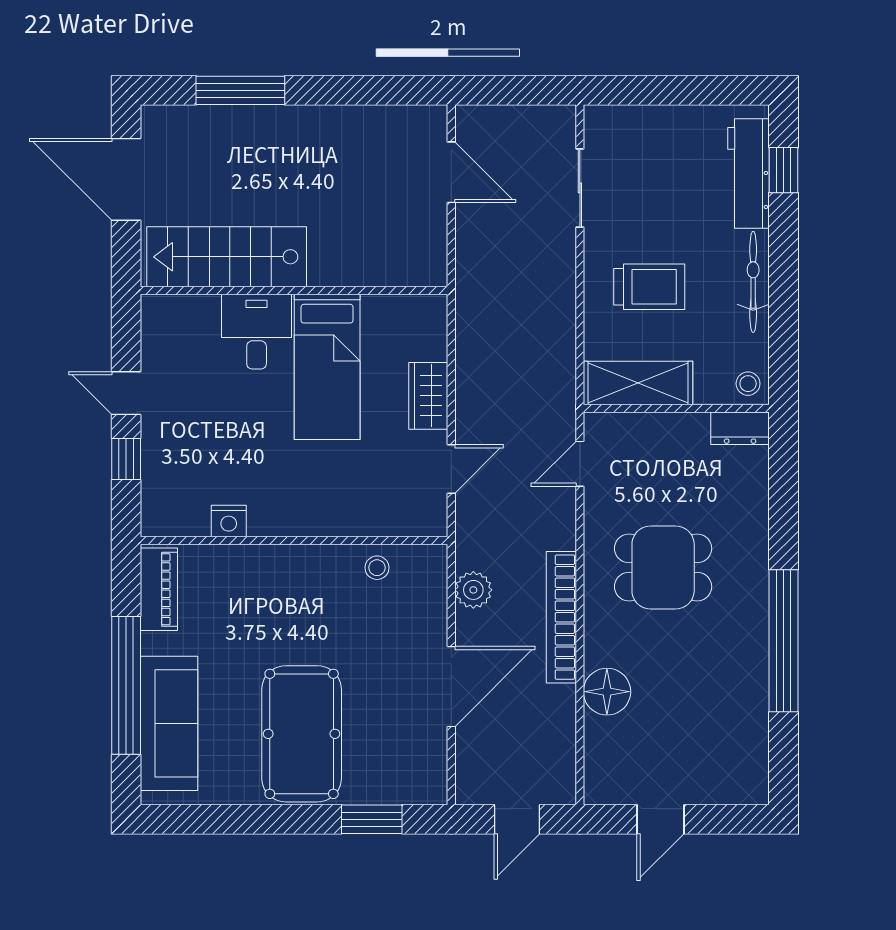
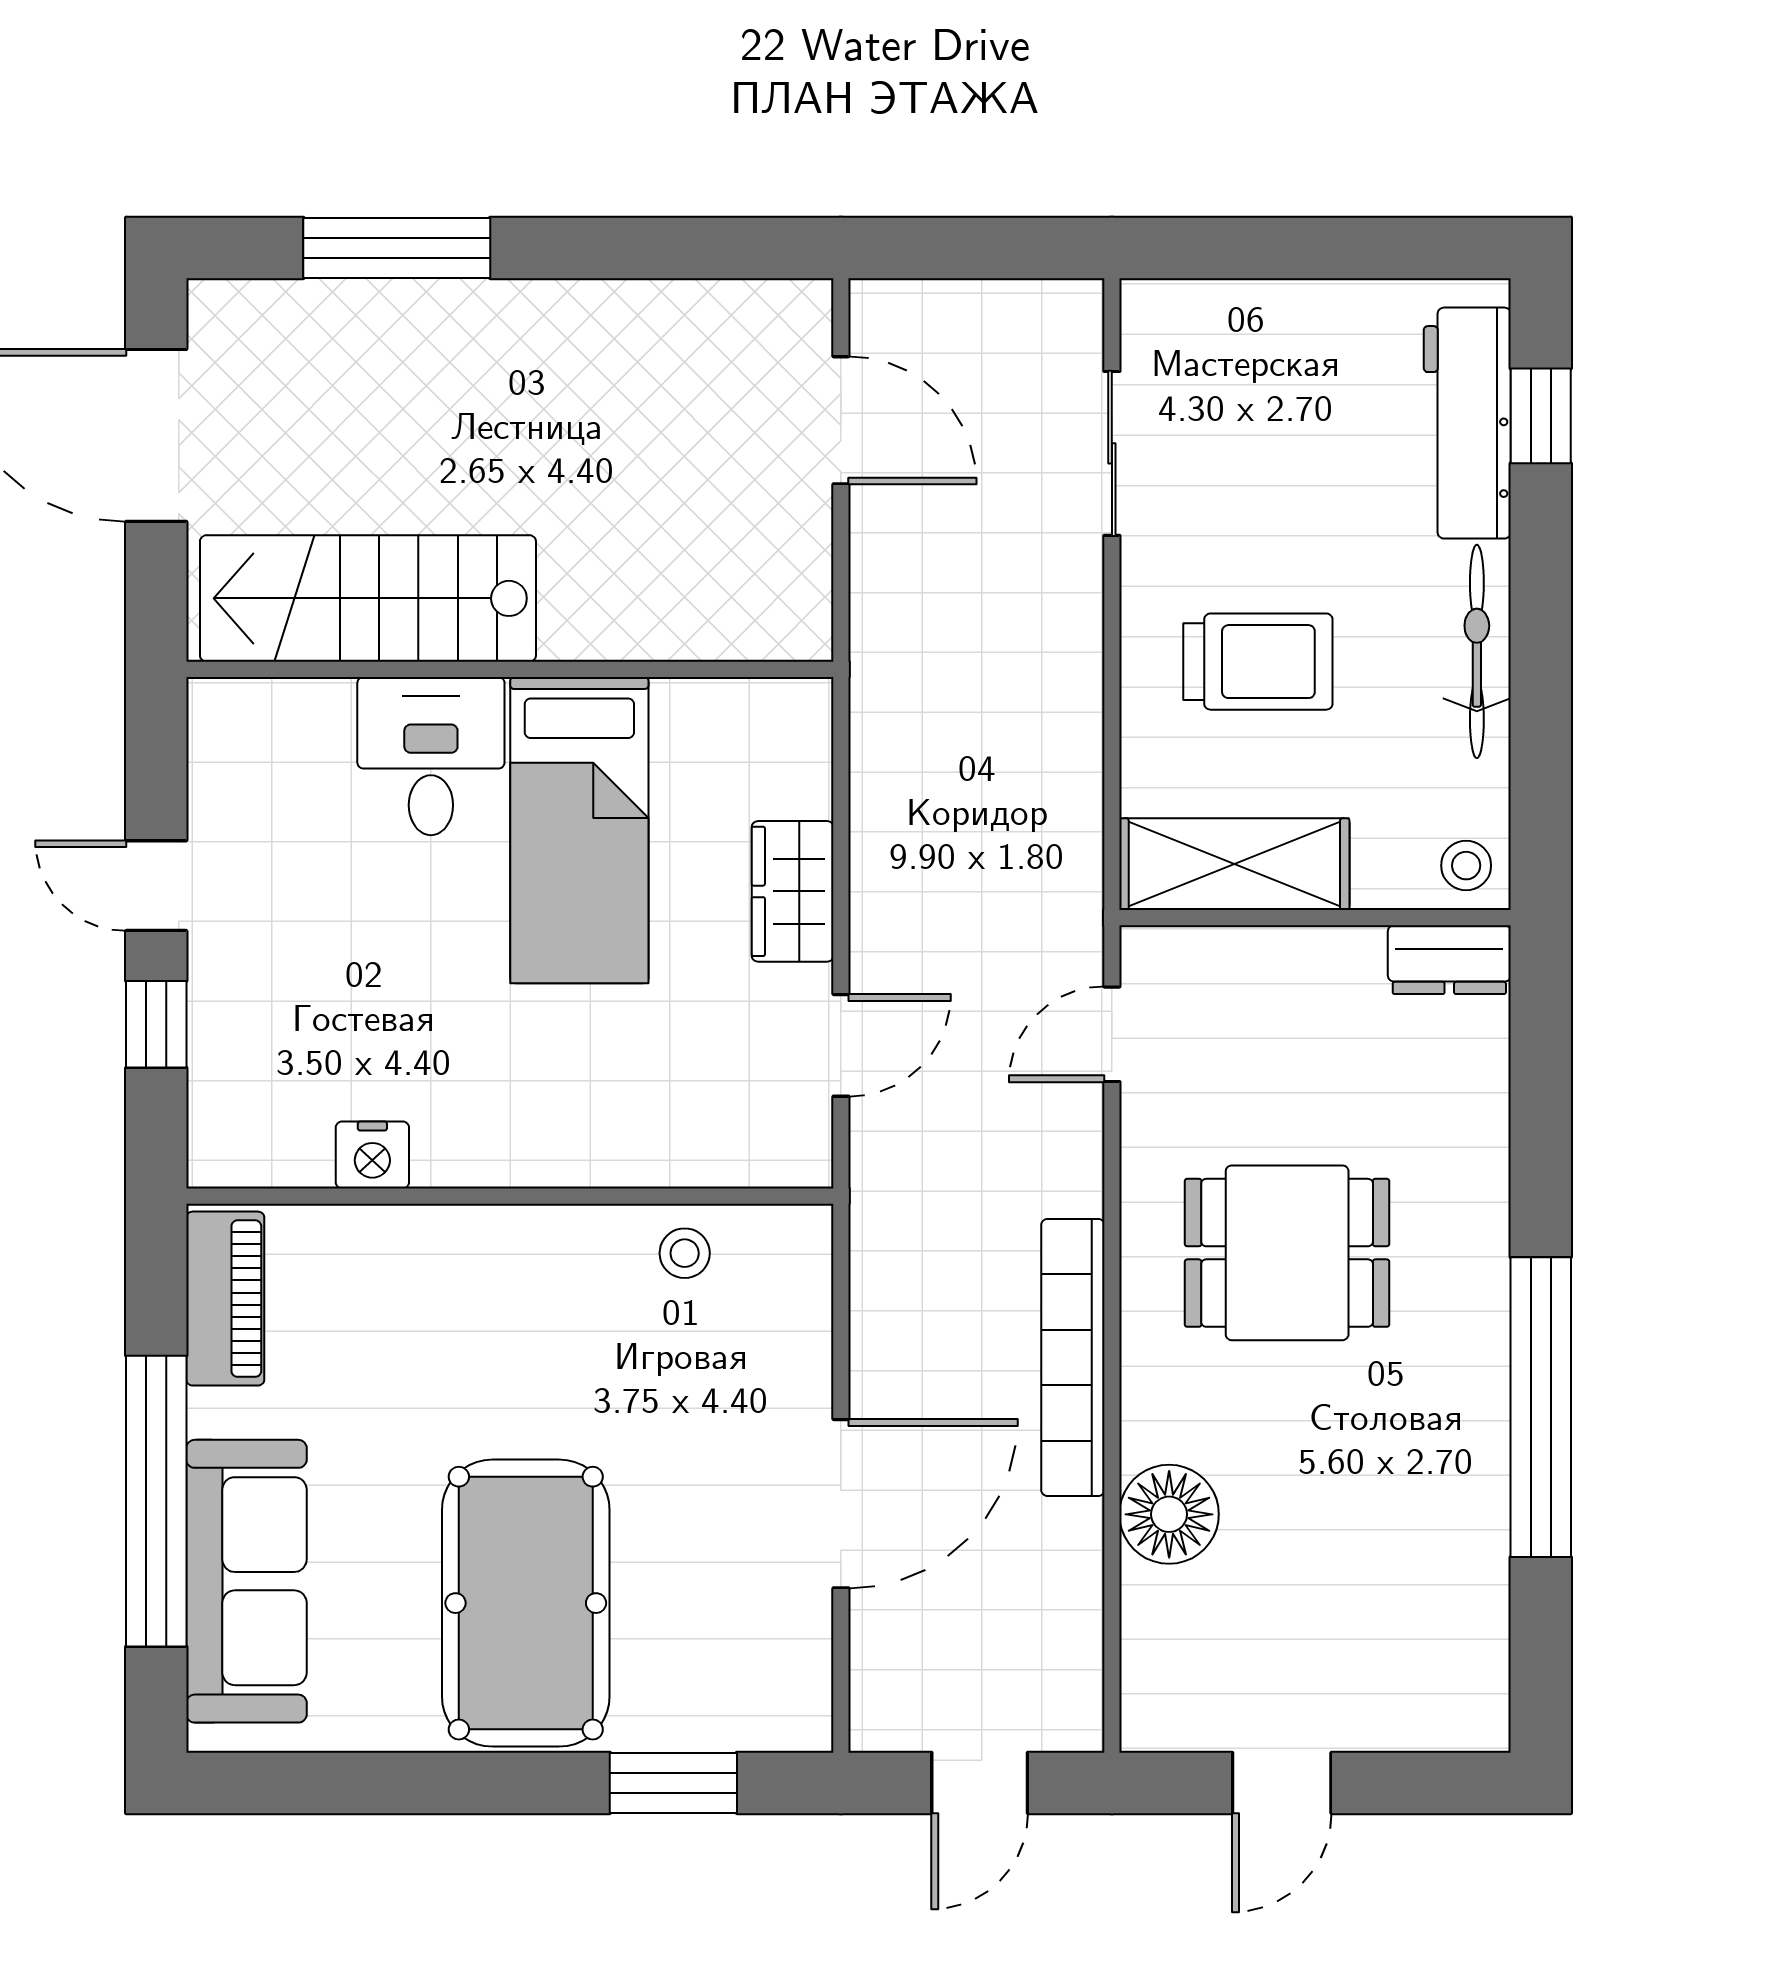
plant: (473, 590) -> (888, 1300), removed

